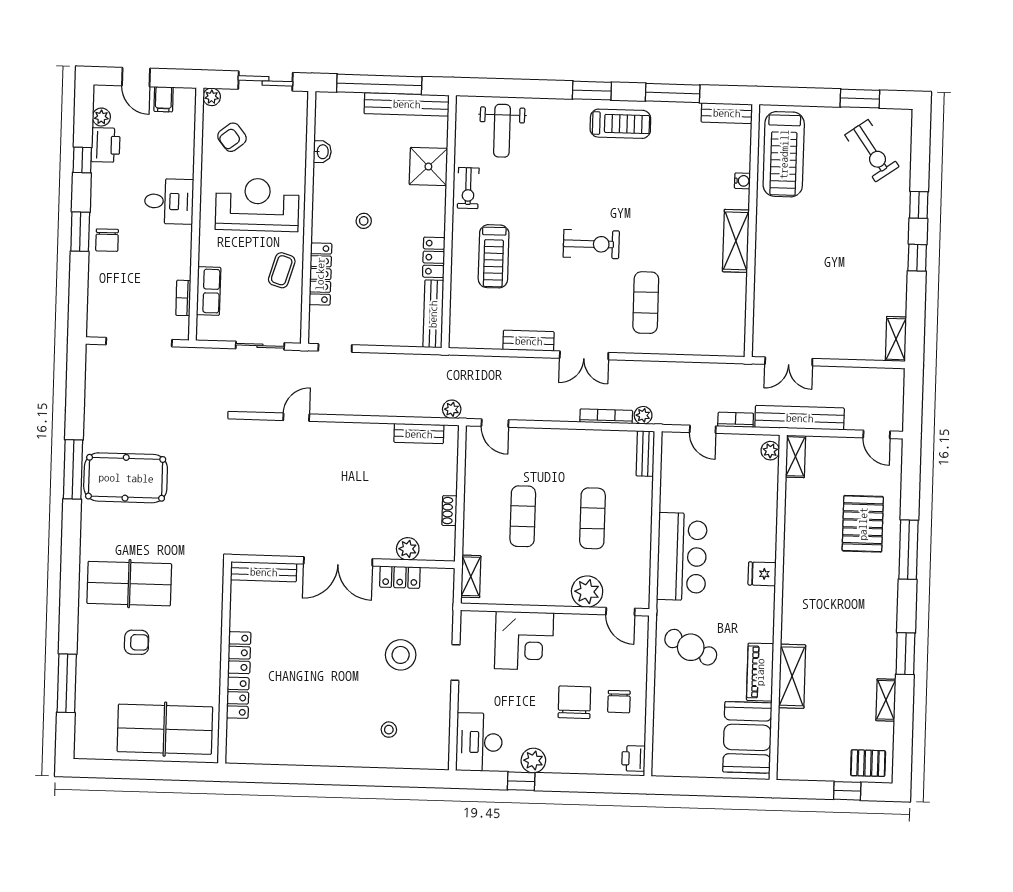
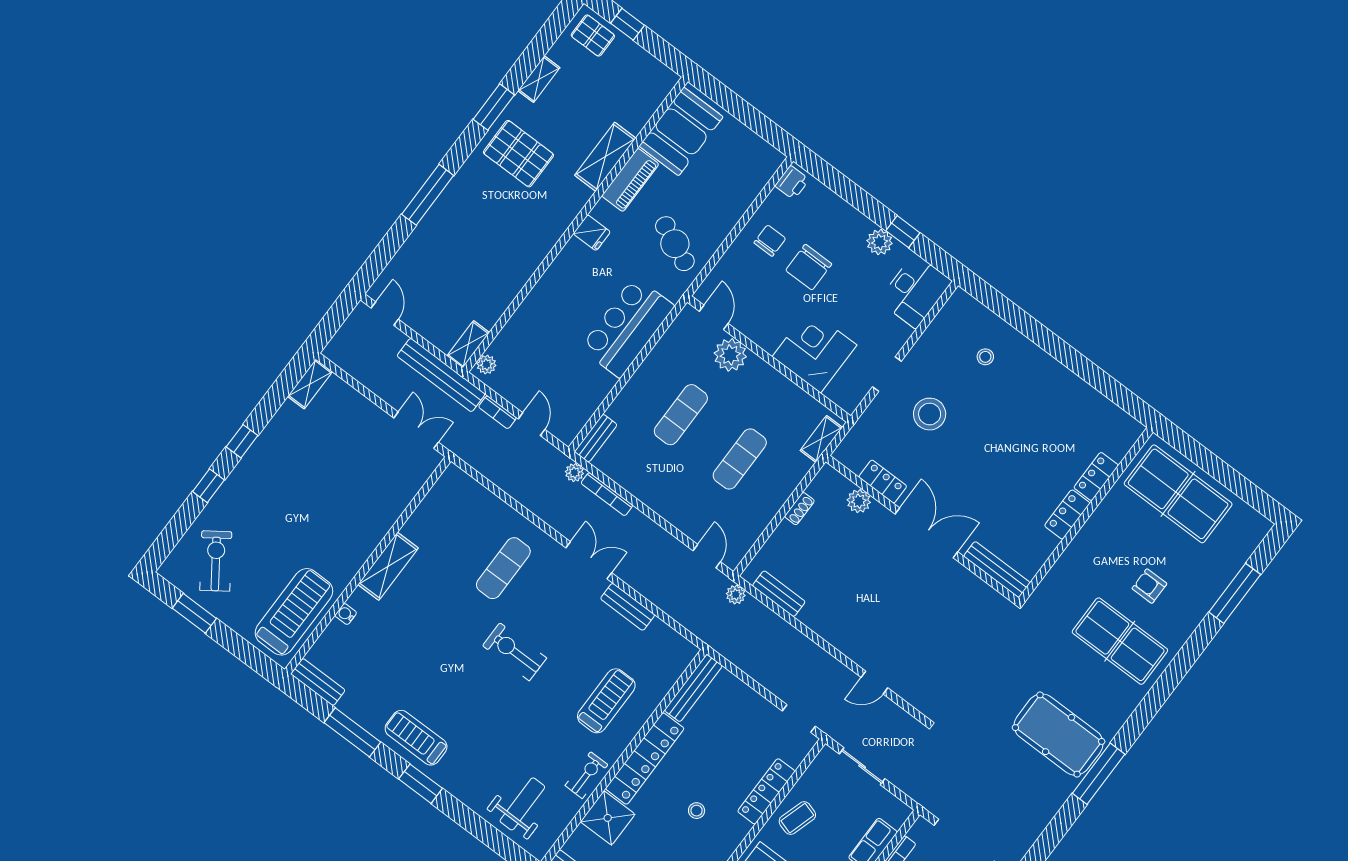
locker: (434, 257) -> (645, 759), width x2.16, depth x1.21
pallet: (863, 524) -> (518, 154), moved, turned 90
fridge: (762, 574) -> (592, 233), moved

